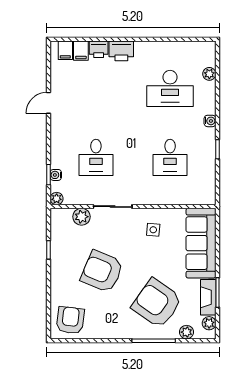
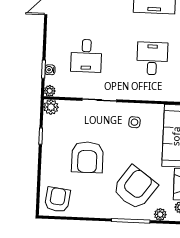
desk: (170, 157) -> (152, 58), turned 180
plant: (81, 217) -> (51, 107), moved
armchair: (102, 271) -> (87, 157), turned -113
armchair: (157, 303) -> (135, 188), turned 91

